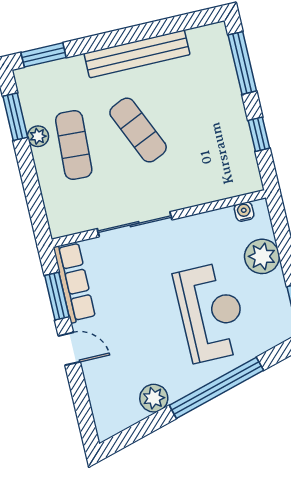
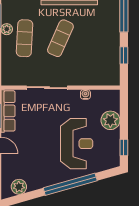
exercise mat: (138, 130) -> (60, 38), turned 48
water cooler: (244, 212) -> (85, 94), moved
plant: (154, 398) -> (19, 187), moved

